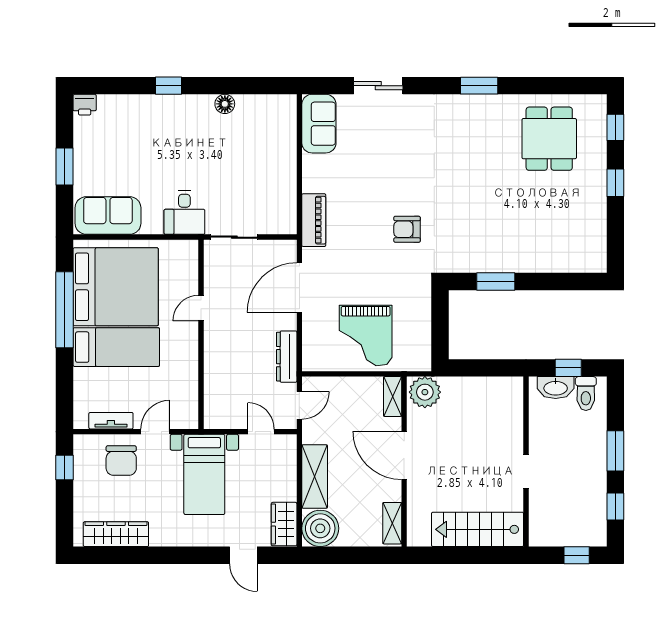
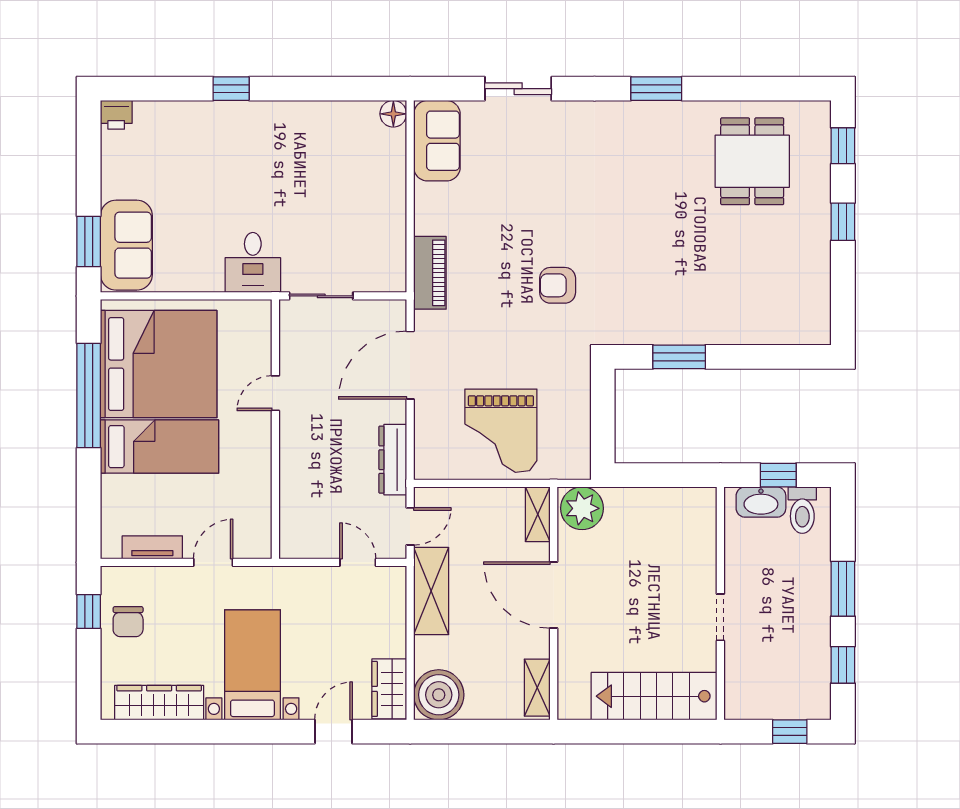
floor lamp: (225, 104) -> (393, 114), moved
window: (65, 166) -> (89, 241), moved
sofa: (108, 216) -> (126, 245), moved, turned 90
chair: (121, 461) -> (128, 622), moved, width x0.73, depth x0.73
bed with nightstands: (204, 474) -> (252, 665), moved, turned 180
shelving: (315, 476) -> (431, 591), moved
door: (243, 555) -> (333, 732), swing flipped

